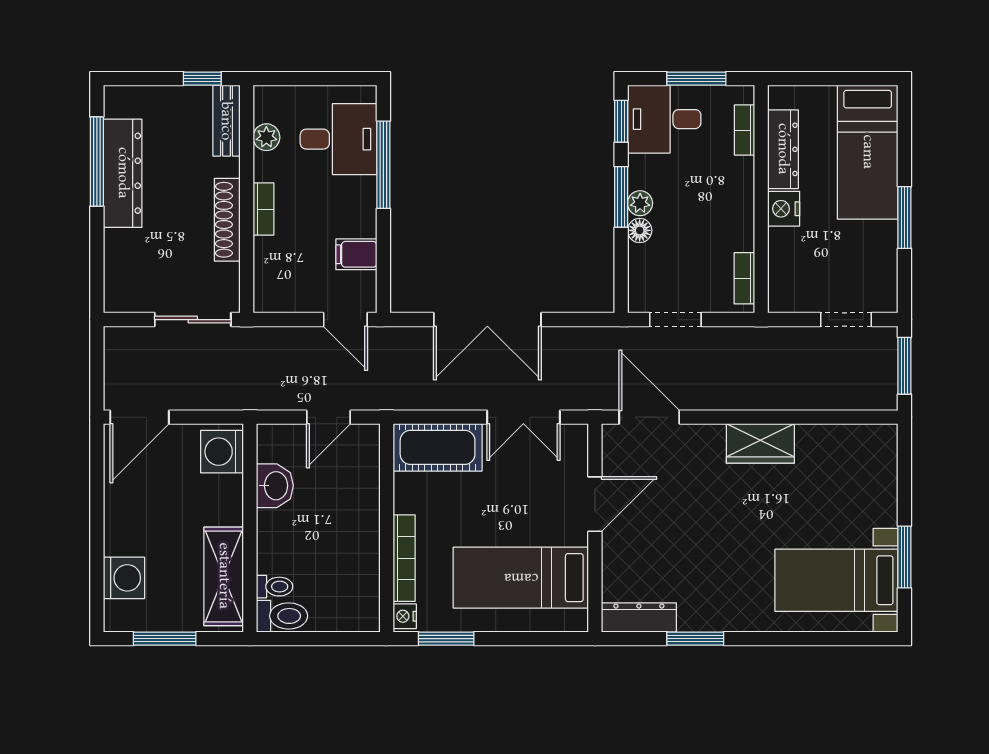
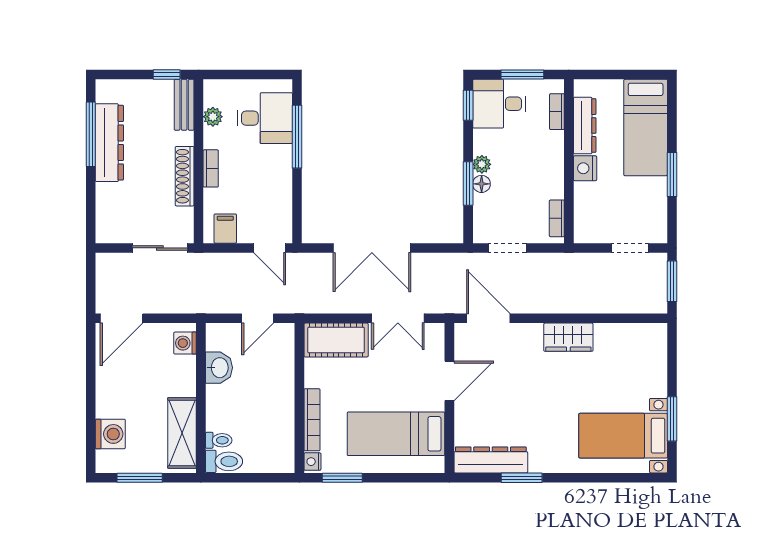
window: (621, 197) -> (468, 184), moved
filing cabinet: (356, 254) -> (225, 229), moved, turned 90
washing machine: (222, 452) -> (185, 343), width x0.73, depth x0.73
dresser: (639, 617) -> (491, 460), width x1.37, depth x1.24

